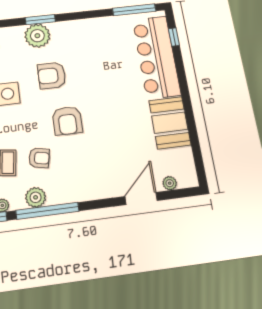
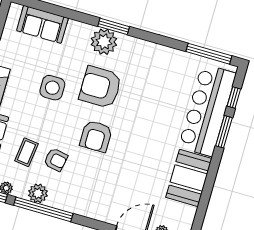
window: (180, 69) -> (224, 132), added
armchair: (52, 76) -> (100, 87), width x1.36, depth x1.36

